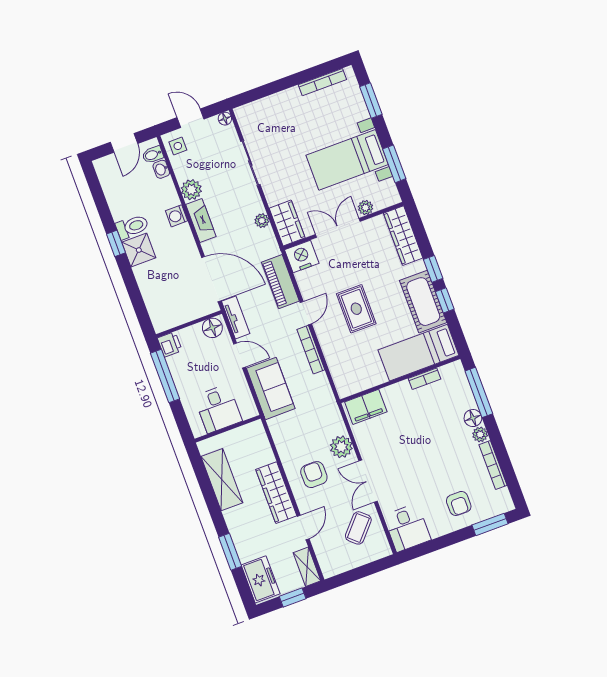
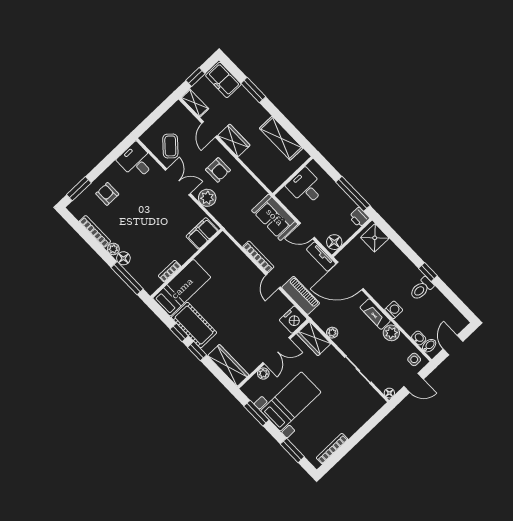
shower: (139, 250) -> (375, 238), moved
rug: (356, 309) -> (239, 300), removed
wardrobe: (276, 493) -> (234, 140), width x0.67

